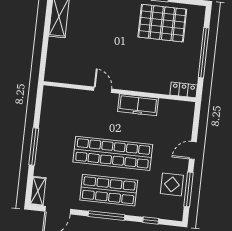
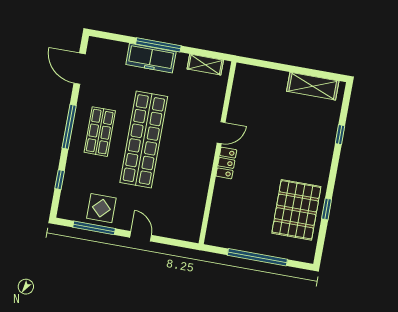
locker: (184, 90) -> (226, 163), moved
freezer: (138, 105) -> (151, 58), moved, turned -90
shop shelf: (109, 190) -> (100, 132), width x0.70, depth x0.74
shelving: (38, 191) -> (205, 65), moved

